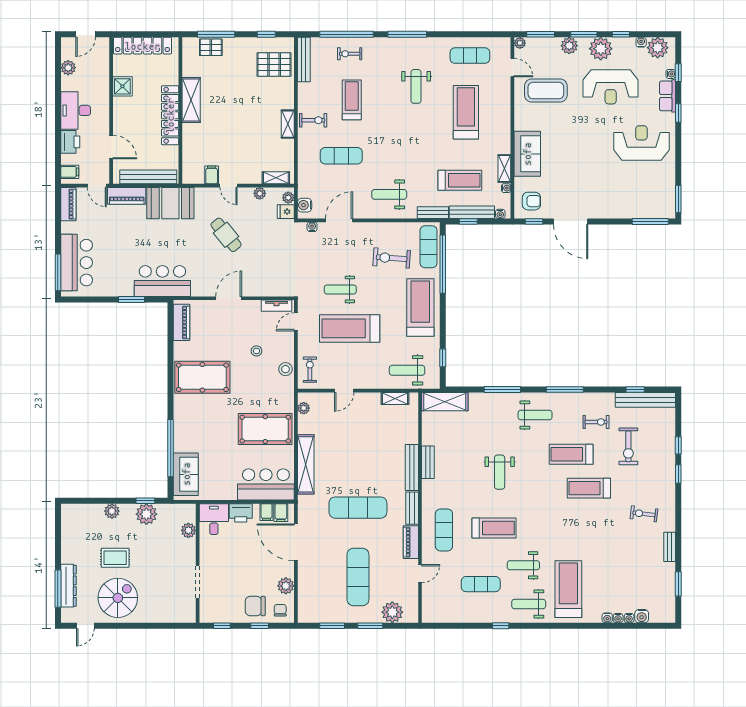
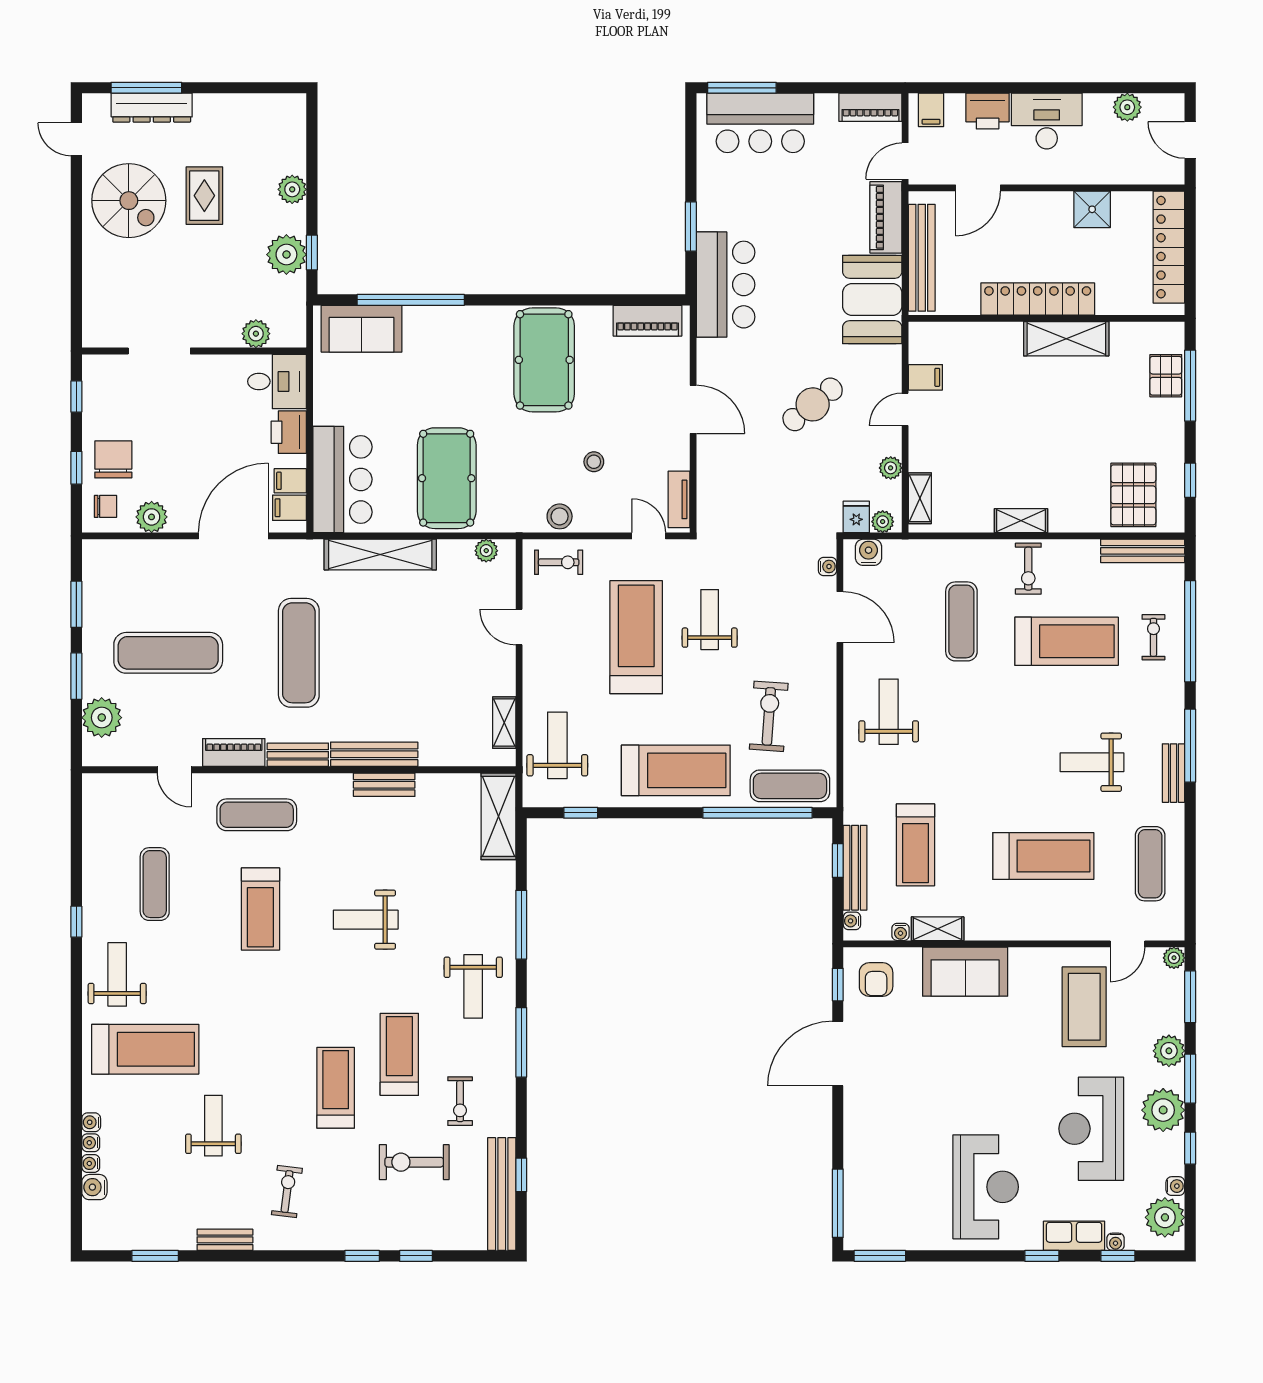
treadmill: (352, 100) -> (1067, 641), width x1.37, depth x1.38
bench: (433, 213) -> (1174, 773), moved
weight bench: (523, 565) -> (213, 1126), moved

